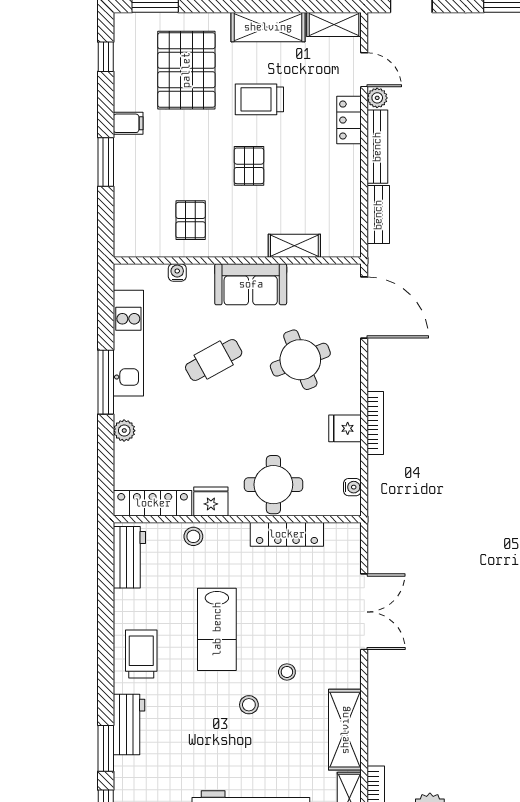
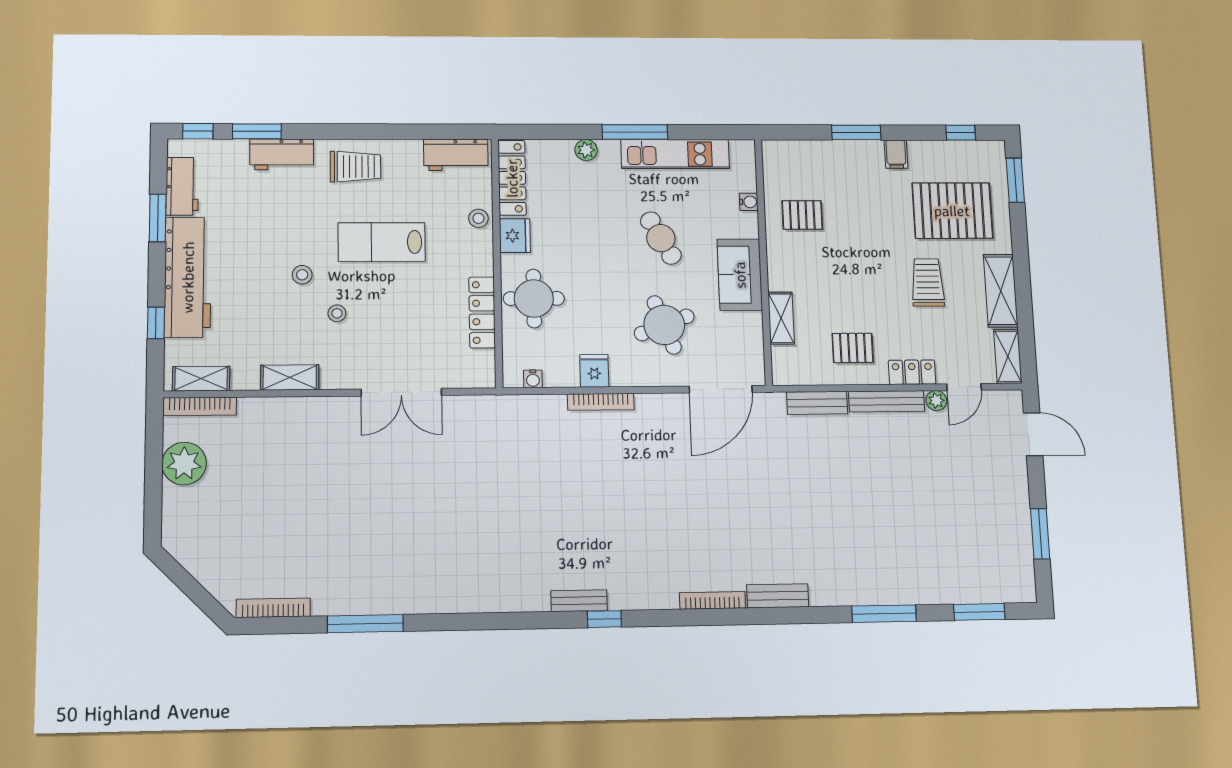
pallet: (249, 166) -> (853, 348), moved
shelving: (345, 730) -> (290, 377), width x0.67, depth x0.75

